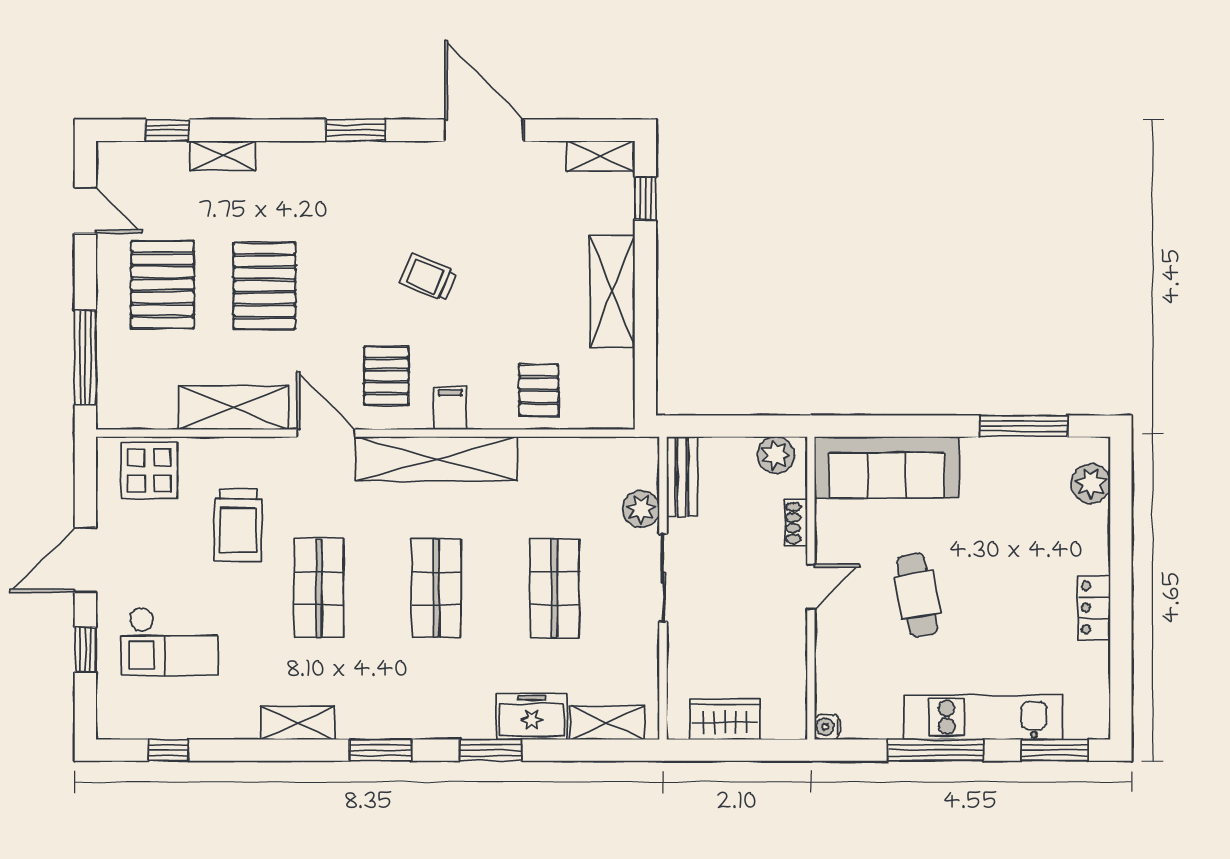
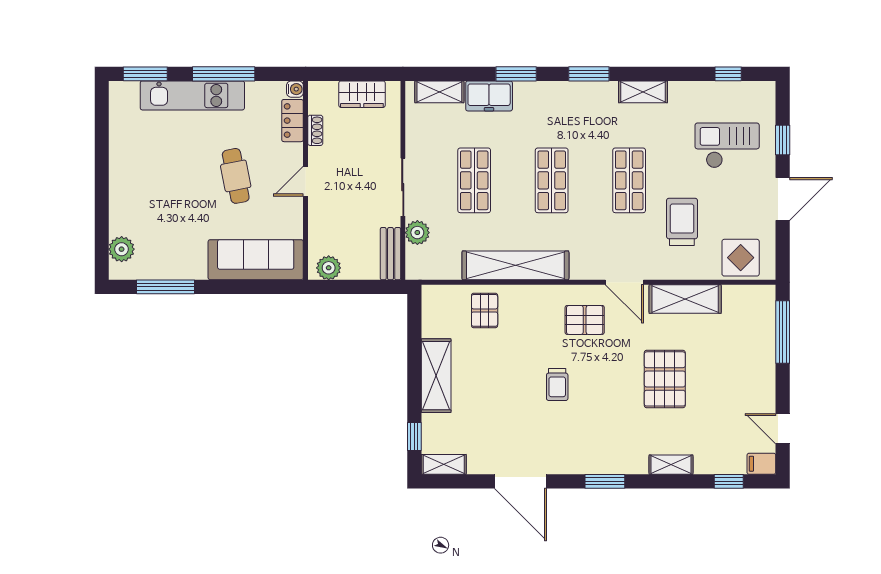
shelving: (223, 156) -> (671, 465), moved
trolley: (428, 277) -> (557, 385), turned 67
pallet: (163, 285) -> (732, 380), removed
pallet: (386, 376) -> (585, 320), turned 90
filing cabinet: (450, 408) -> (761, 464), moved, turned 90
shelving: (437, 459) -> (515, 265), moved
shoe rack: (796, 523) -> (315, 130), moved
locker: (1094, 608) -> (293, 121), moved, turned 180

